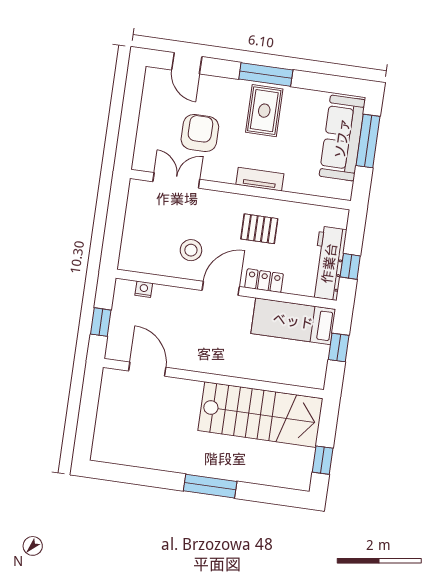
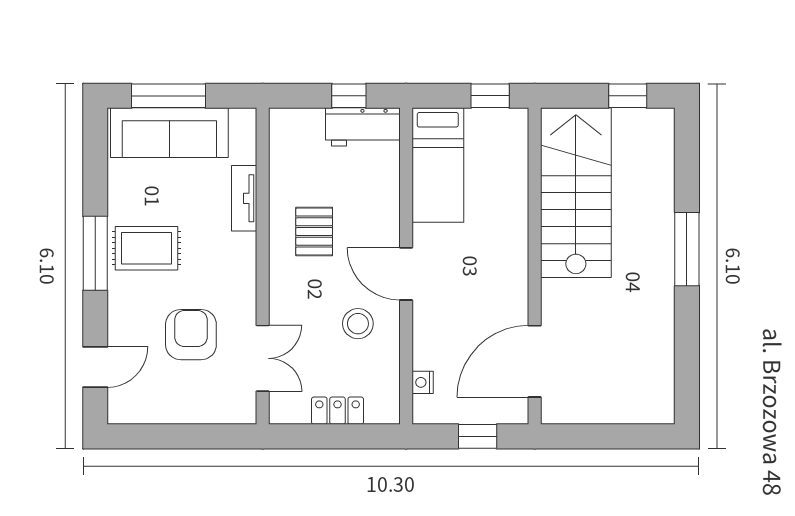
armchair: (200, 133) -> (191, 335), turned 90
tv unit: (260, 179) -> (244, 198), moved
double door: (176, 180) -> (263, 358), swing flipped
workbench: (329, 263) -> (363, 127), width x0.73
locker: (264, 281) -> (337, 411), moved, turned 90
window: (339, 348) -> (490, 96), moved
door: (147, 369) -> (535, 361), width x1.36

